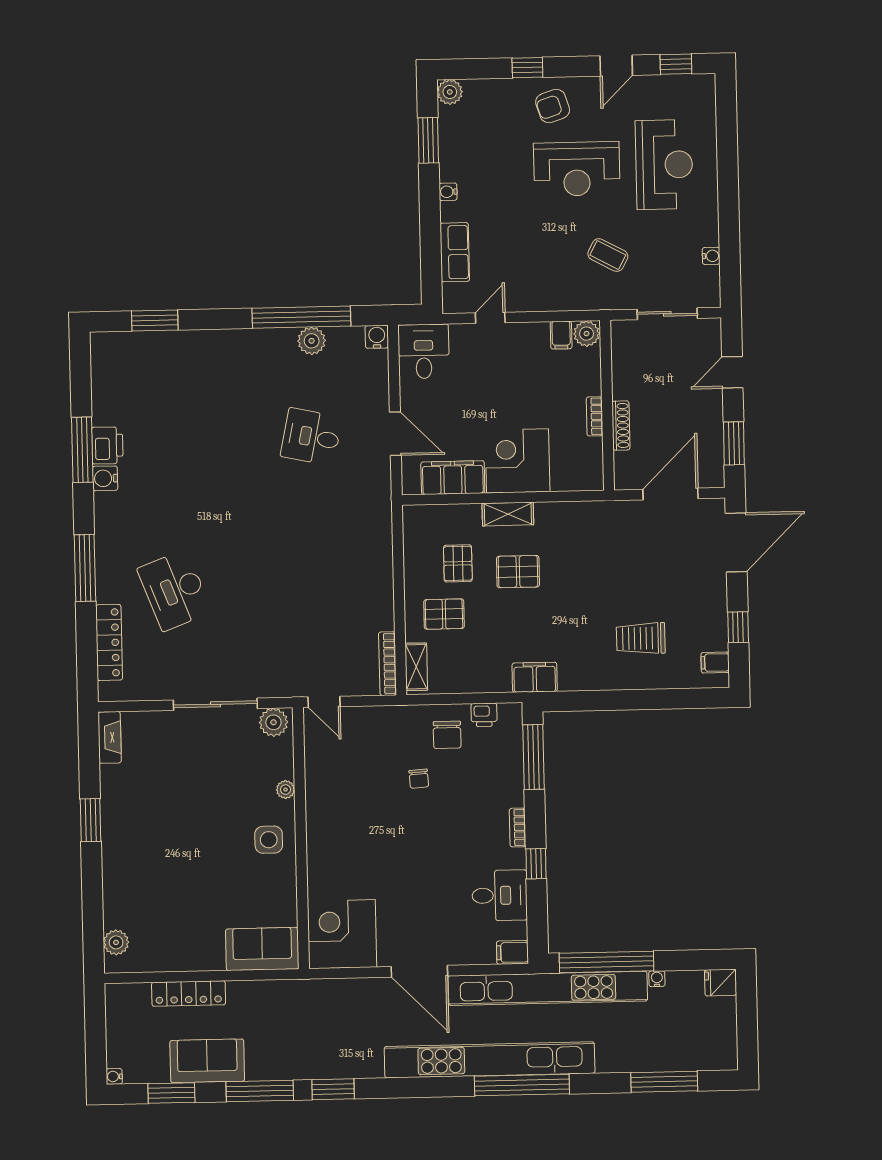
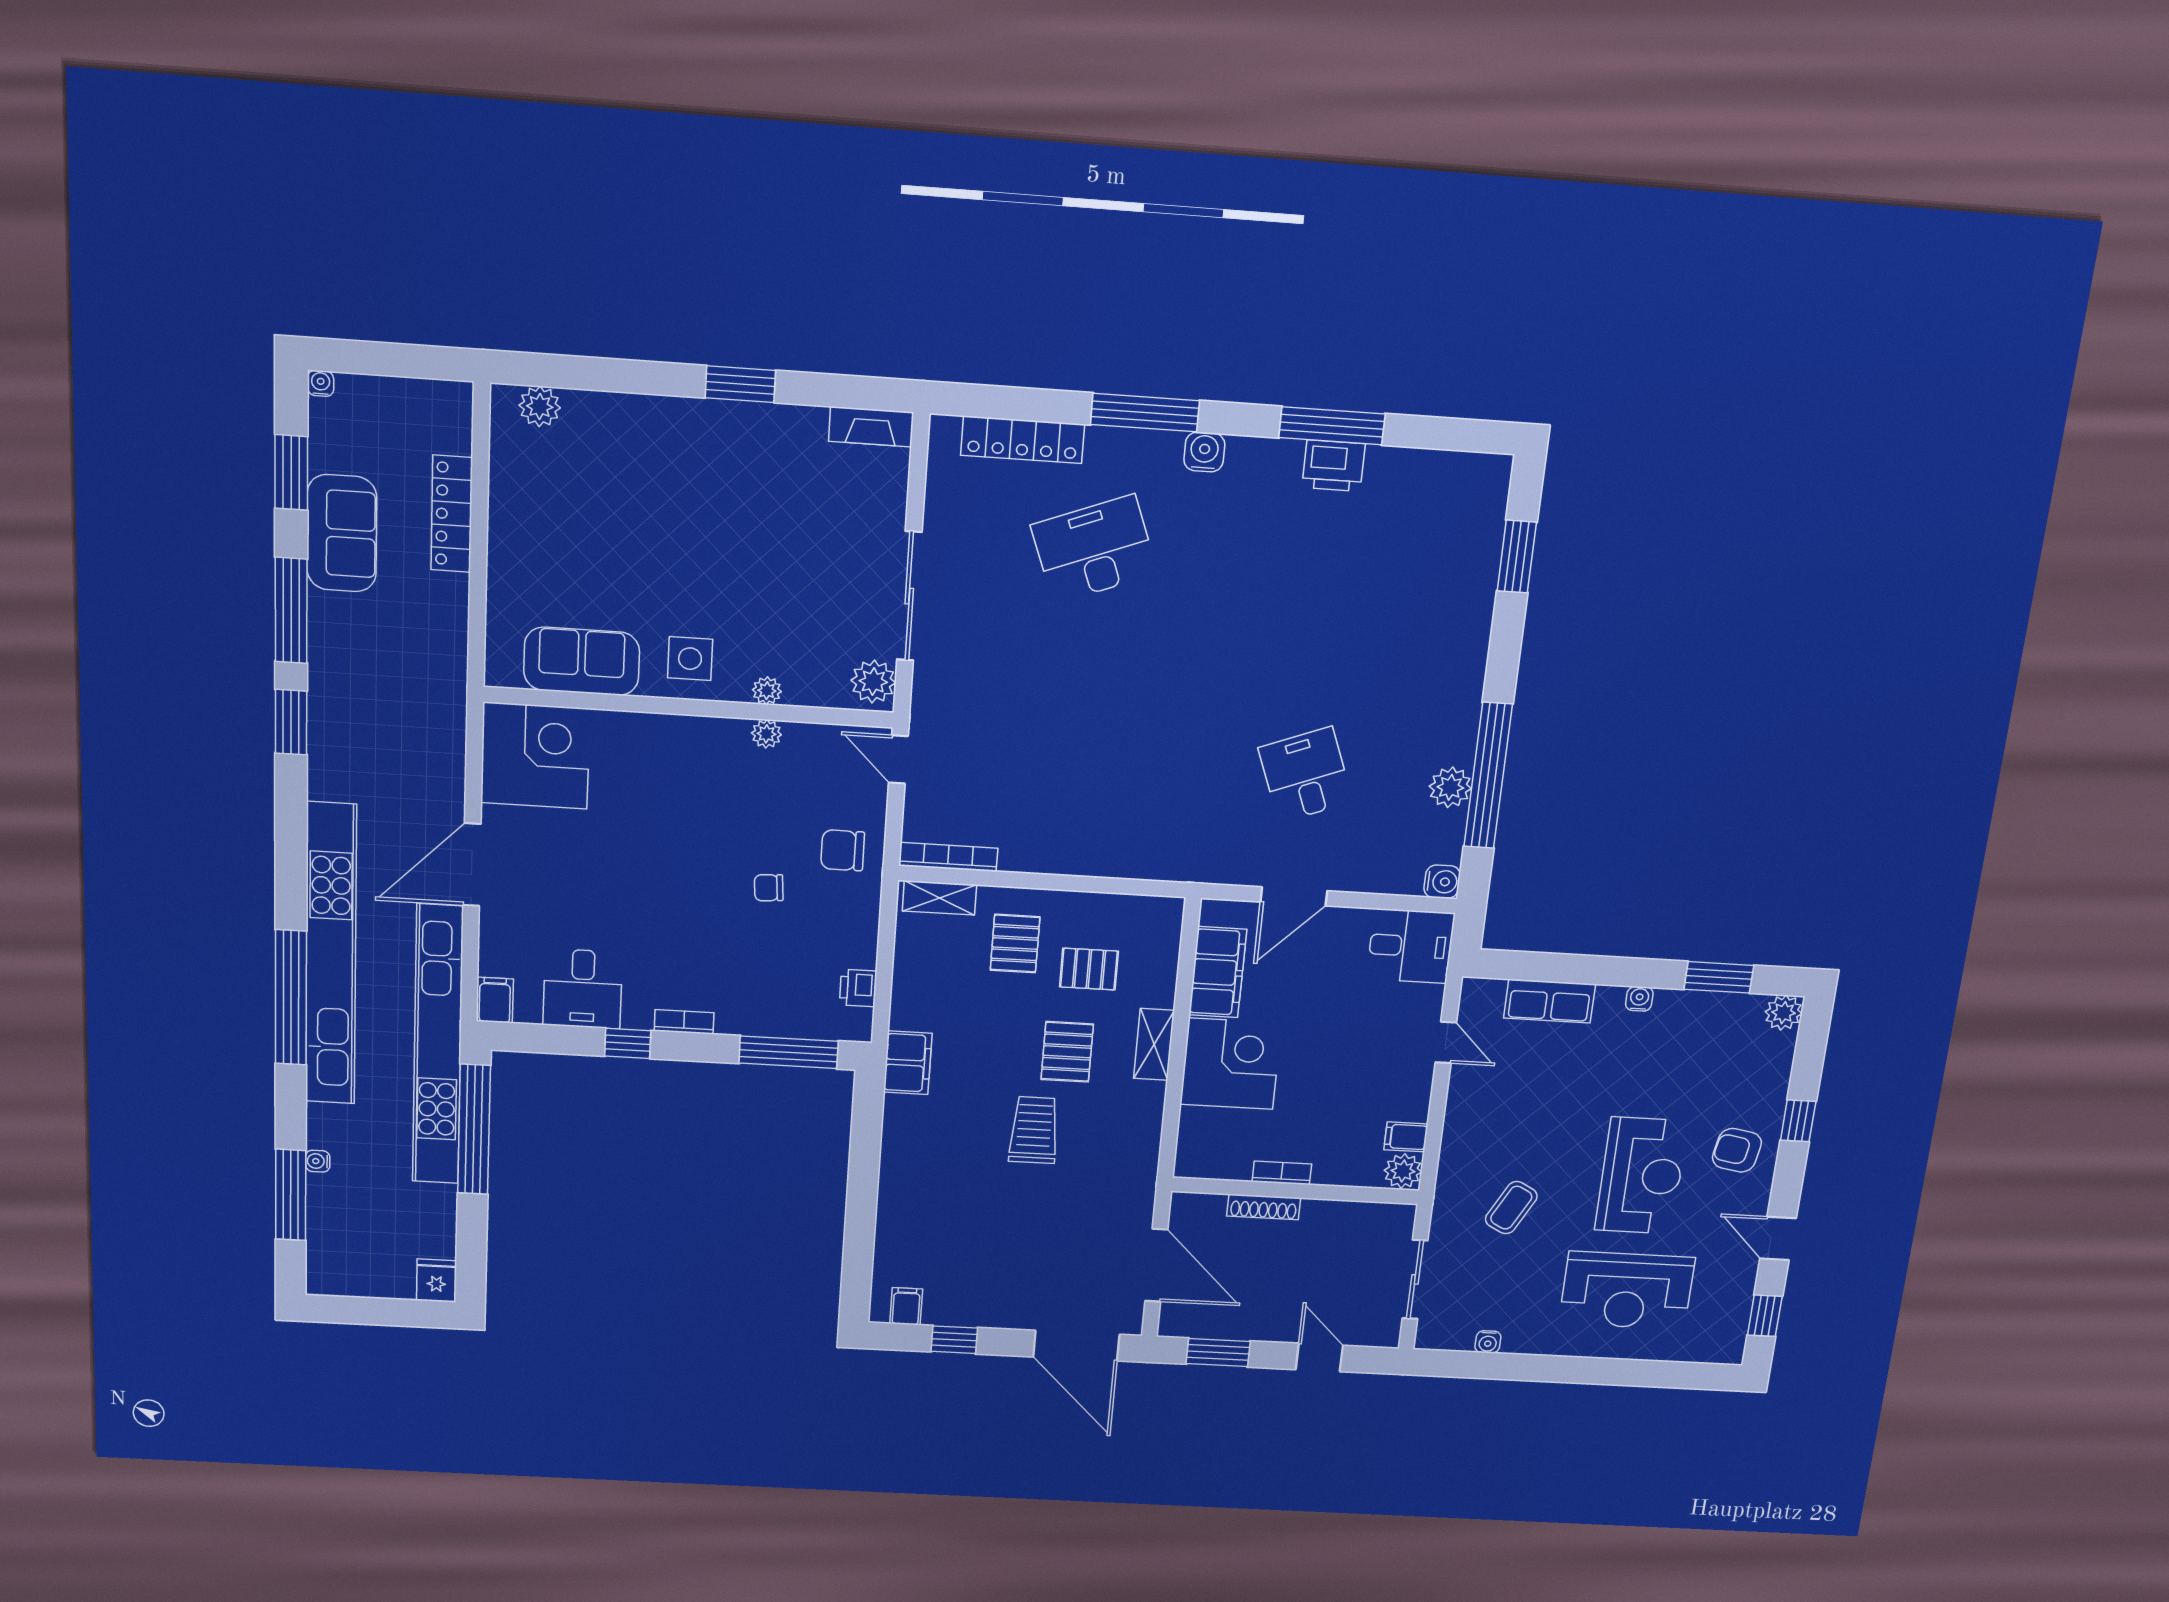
armchair: (553, 106) -> (1737, 1150), turned -62
reception desk: (577, 169) -> (1641, 1176), turned 180
desk: (311, 437) -> (1306, 775), turned -33
water cooler: (105, 478) -> (1204, 452), moved
trolley: (641, 638) -> (1034, 1130), moved
door: (324, 702) -> (898, 759), hinge flipped
chair: (447, 735) -> (843, 850), moved
plant: (314, 788) -> (766, 734), added
sofa: (262, 949) -> (582, 661), moved, turned -90
water cooler: (657, 979) -> (318, 1161), moved, turned 180

